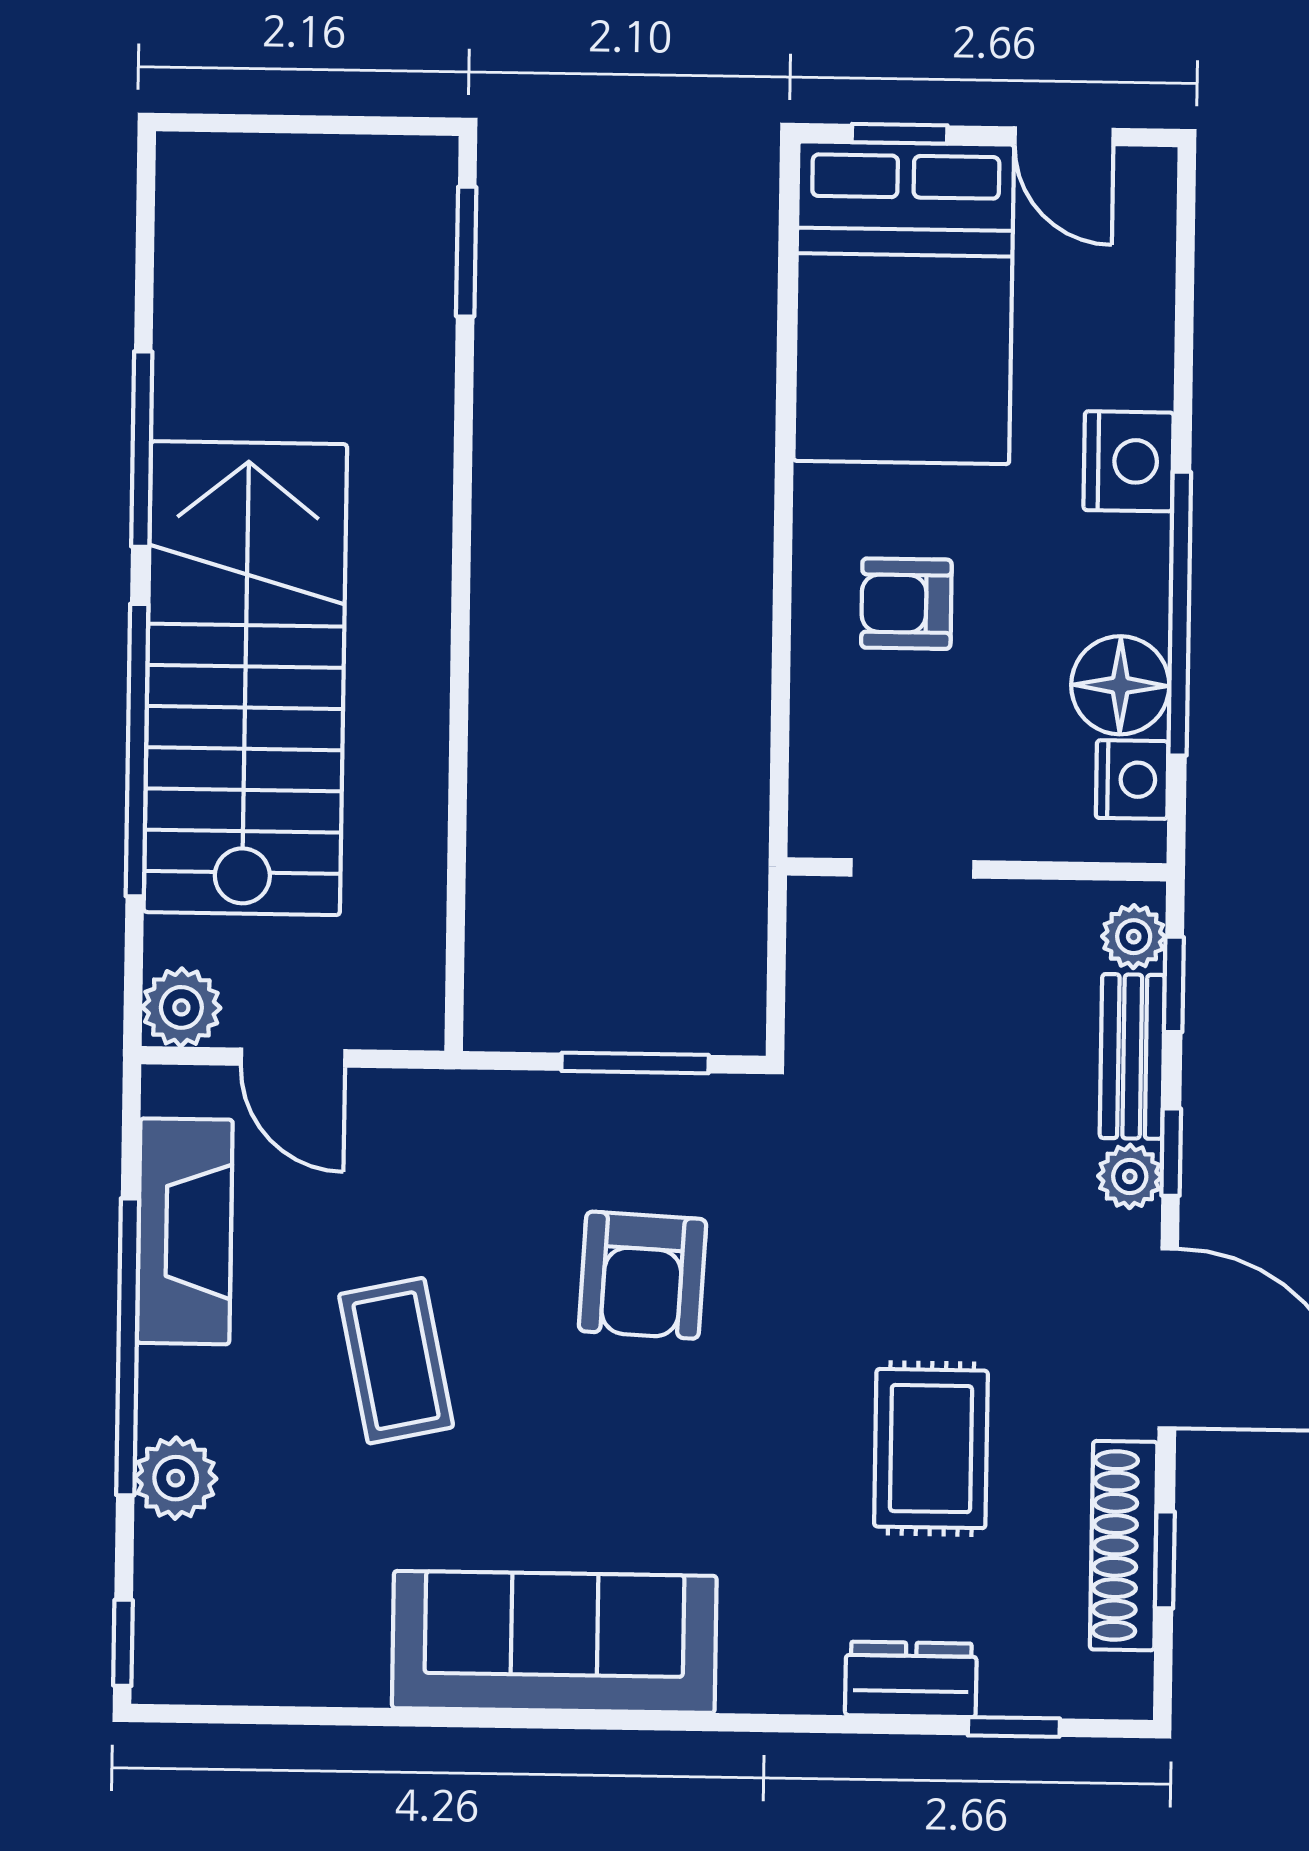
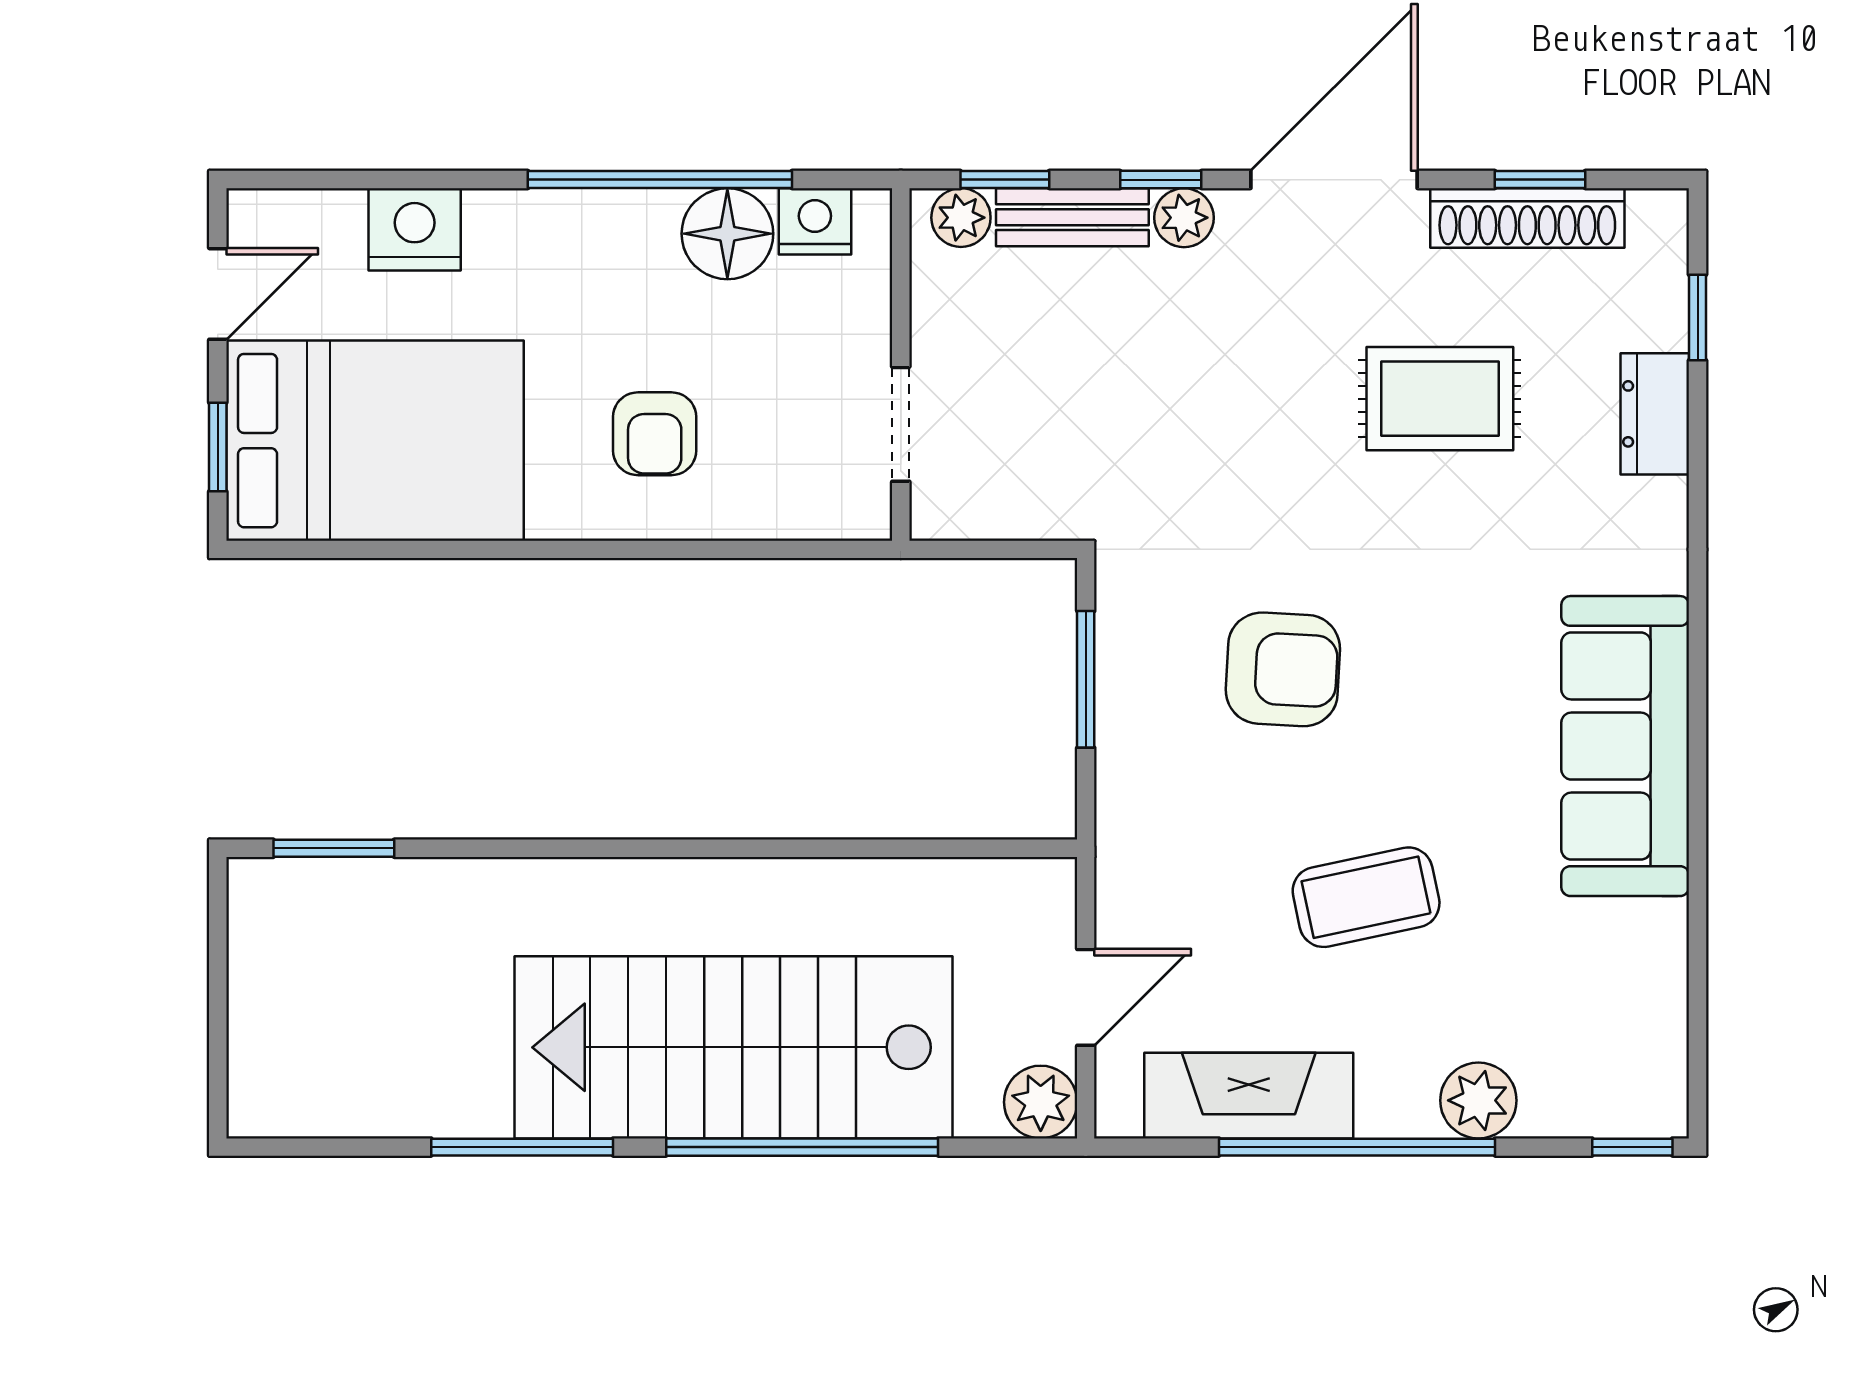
nightstand: (1129, 461) -> (415, 229), moved

